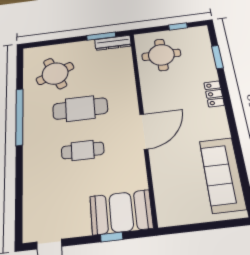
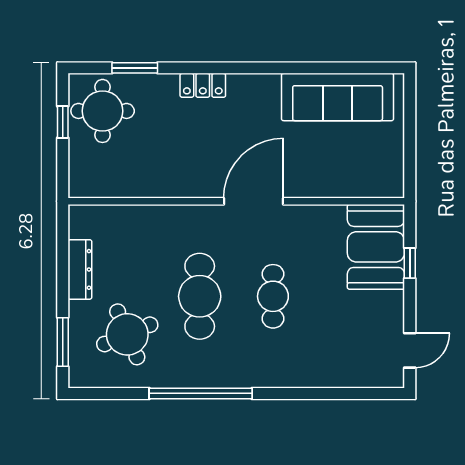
window: (101, 36) -> (63, 342), moved
dresser: (113, 43) -> (80, 269), moved
round table: (161, 55) -> (103, 111), moved
door: (144, 132) -> (254, 201), hinge flipped

